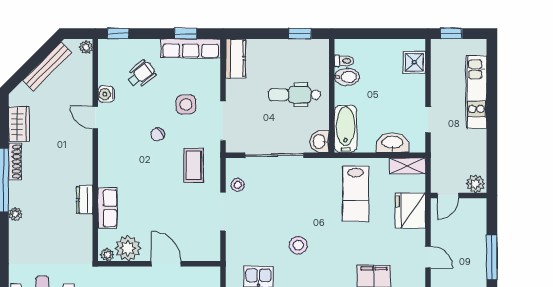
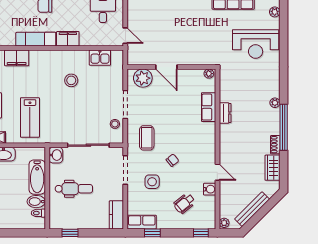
row of seats: (191, 48) -> (142, 222), width x0.68
bathtub: (346, 129) -> (37, 177), moved
shoe rack: (15, 162) -> (275, 145), width x0.70
lab bench: (356, 194) -> (30, 117), turned 180
plant: (128, 248) -> (143, 78), moved

